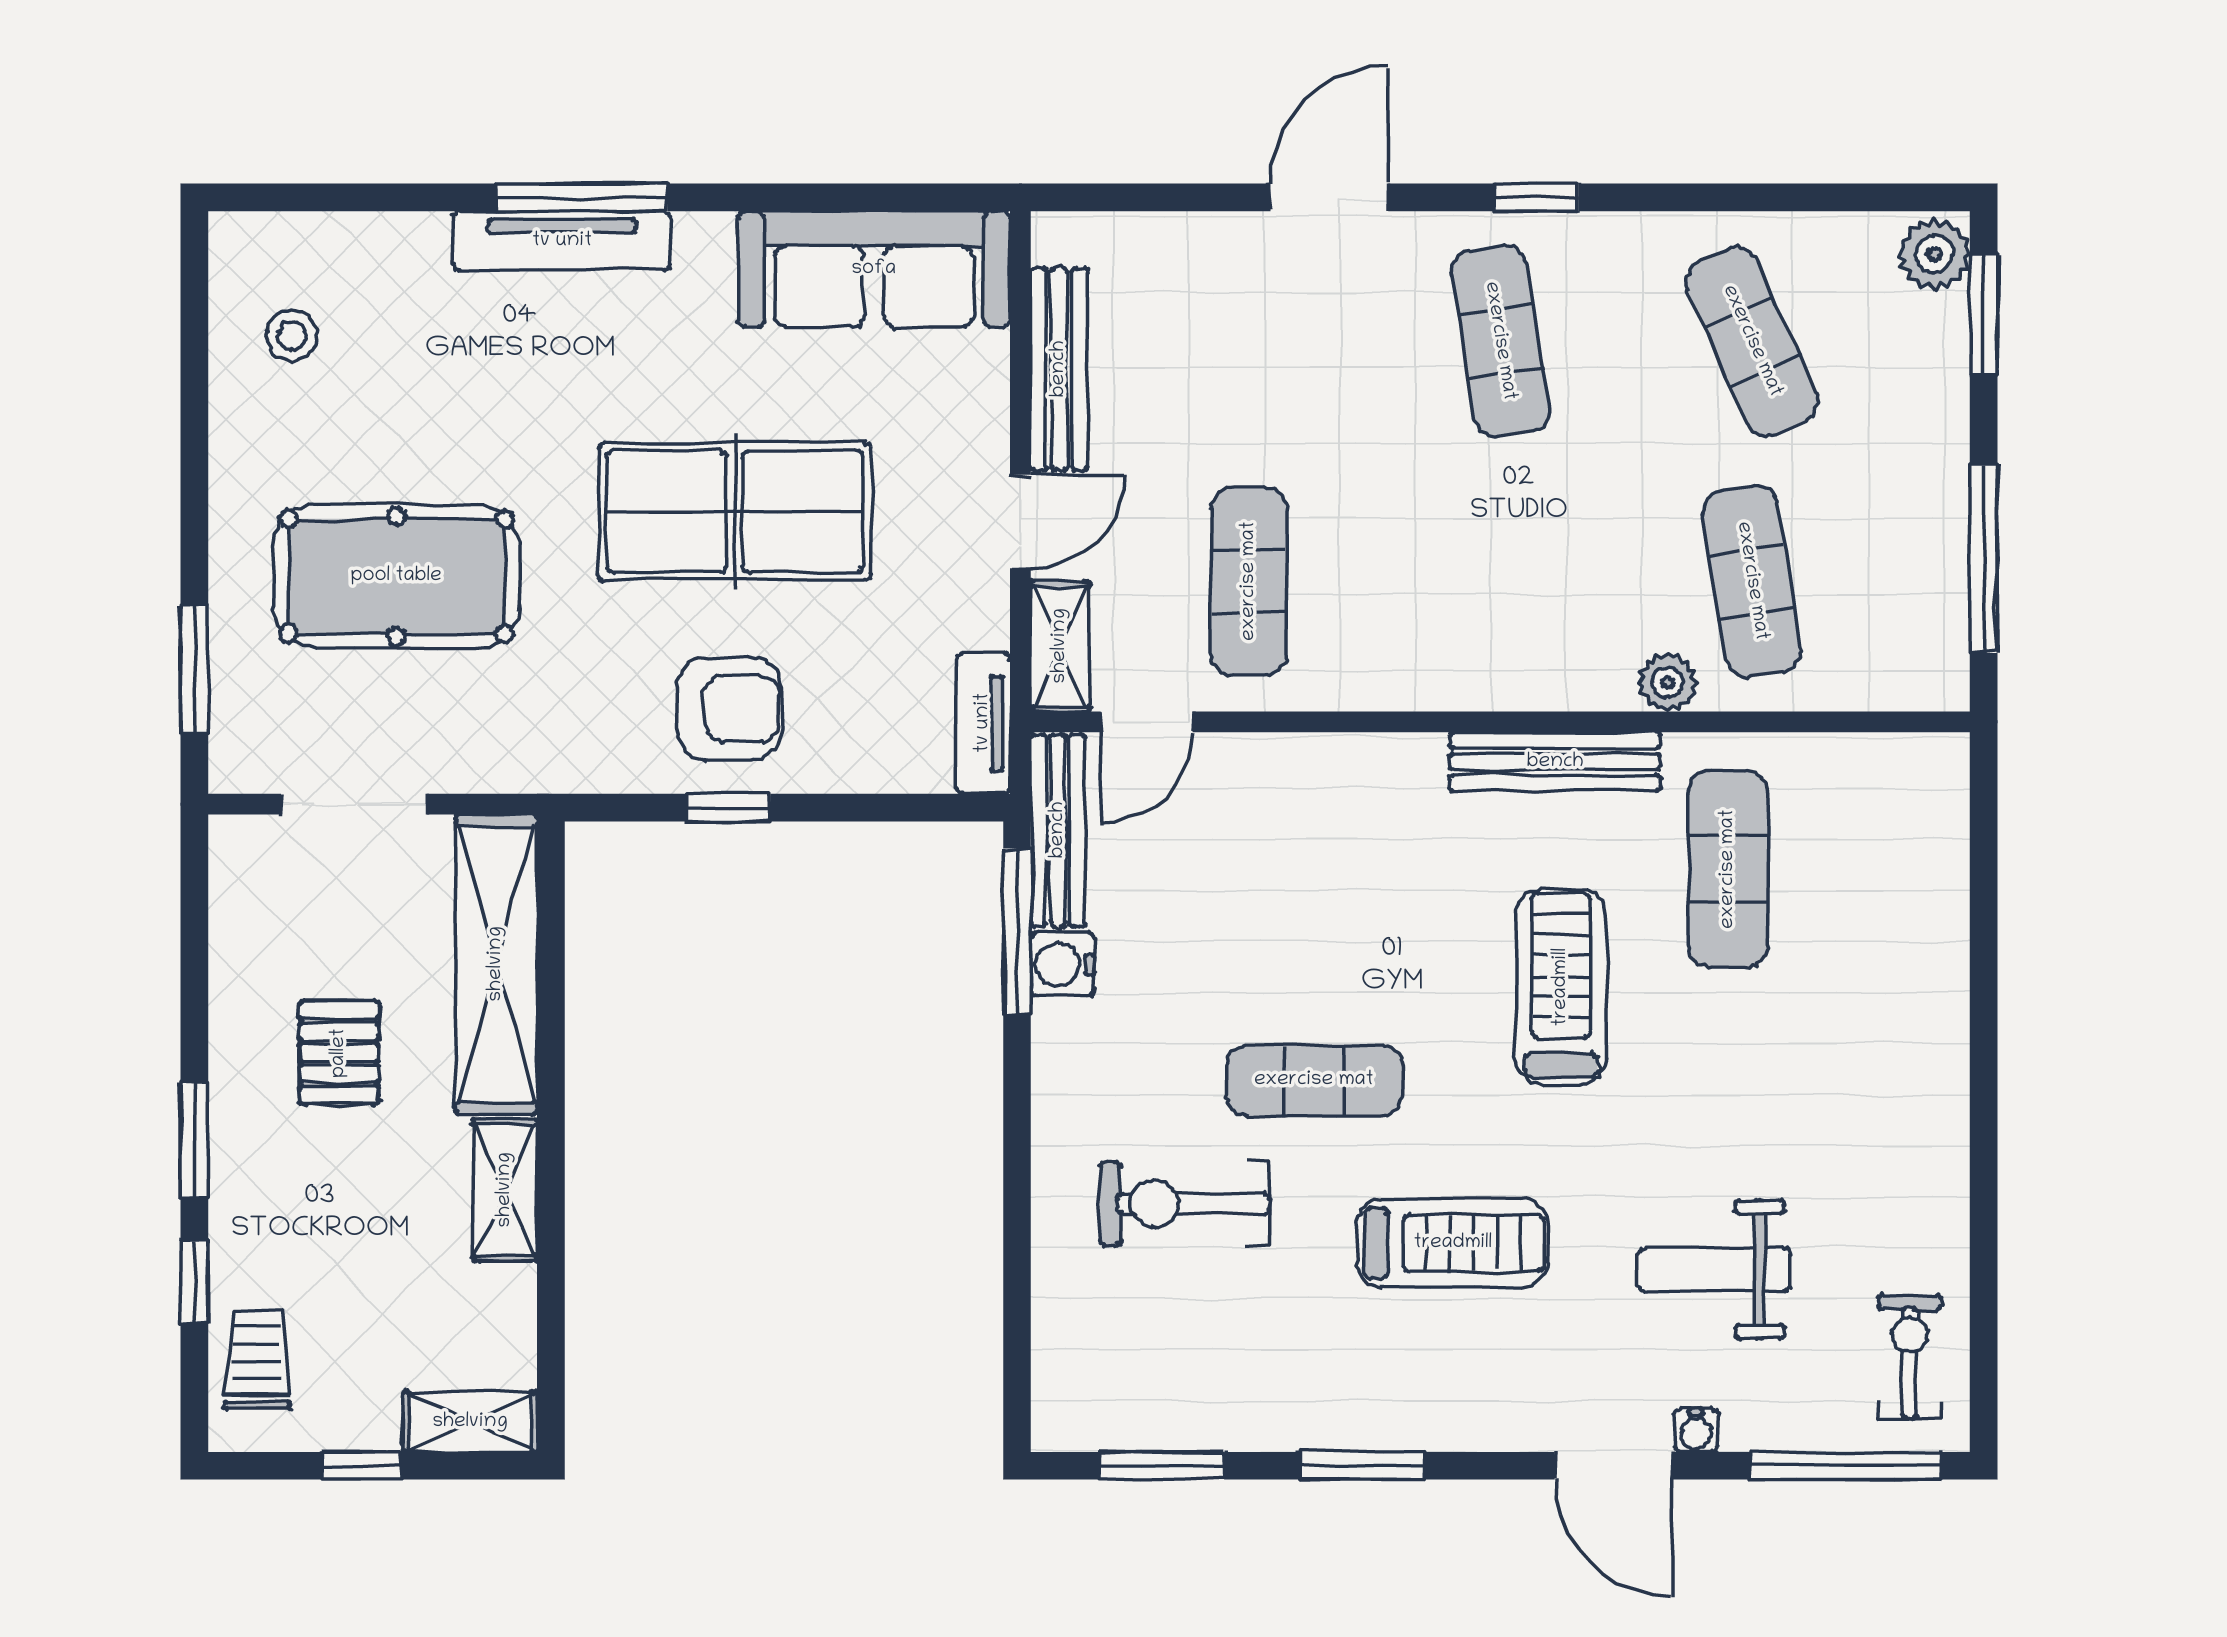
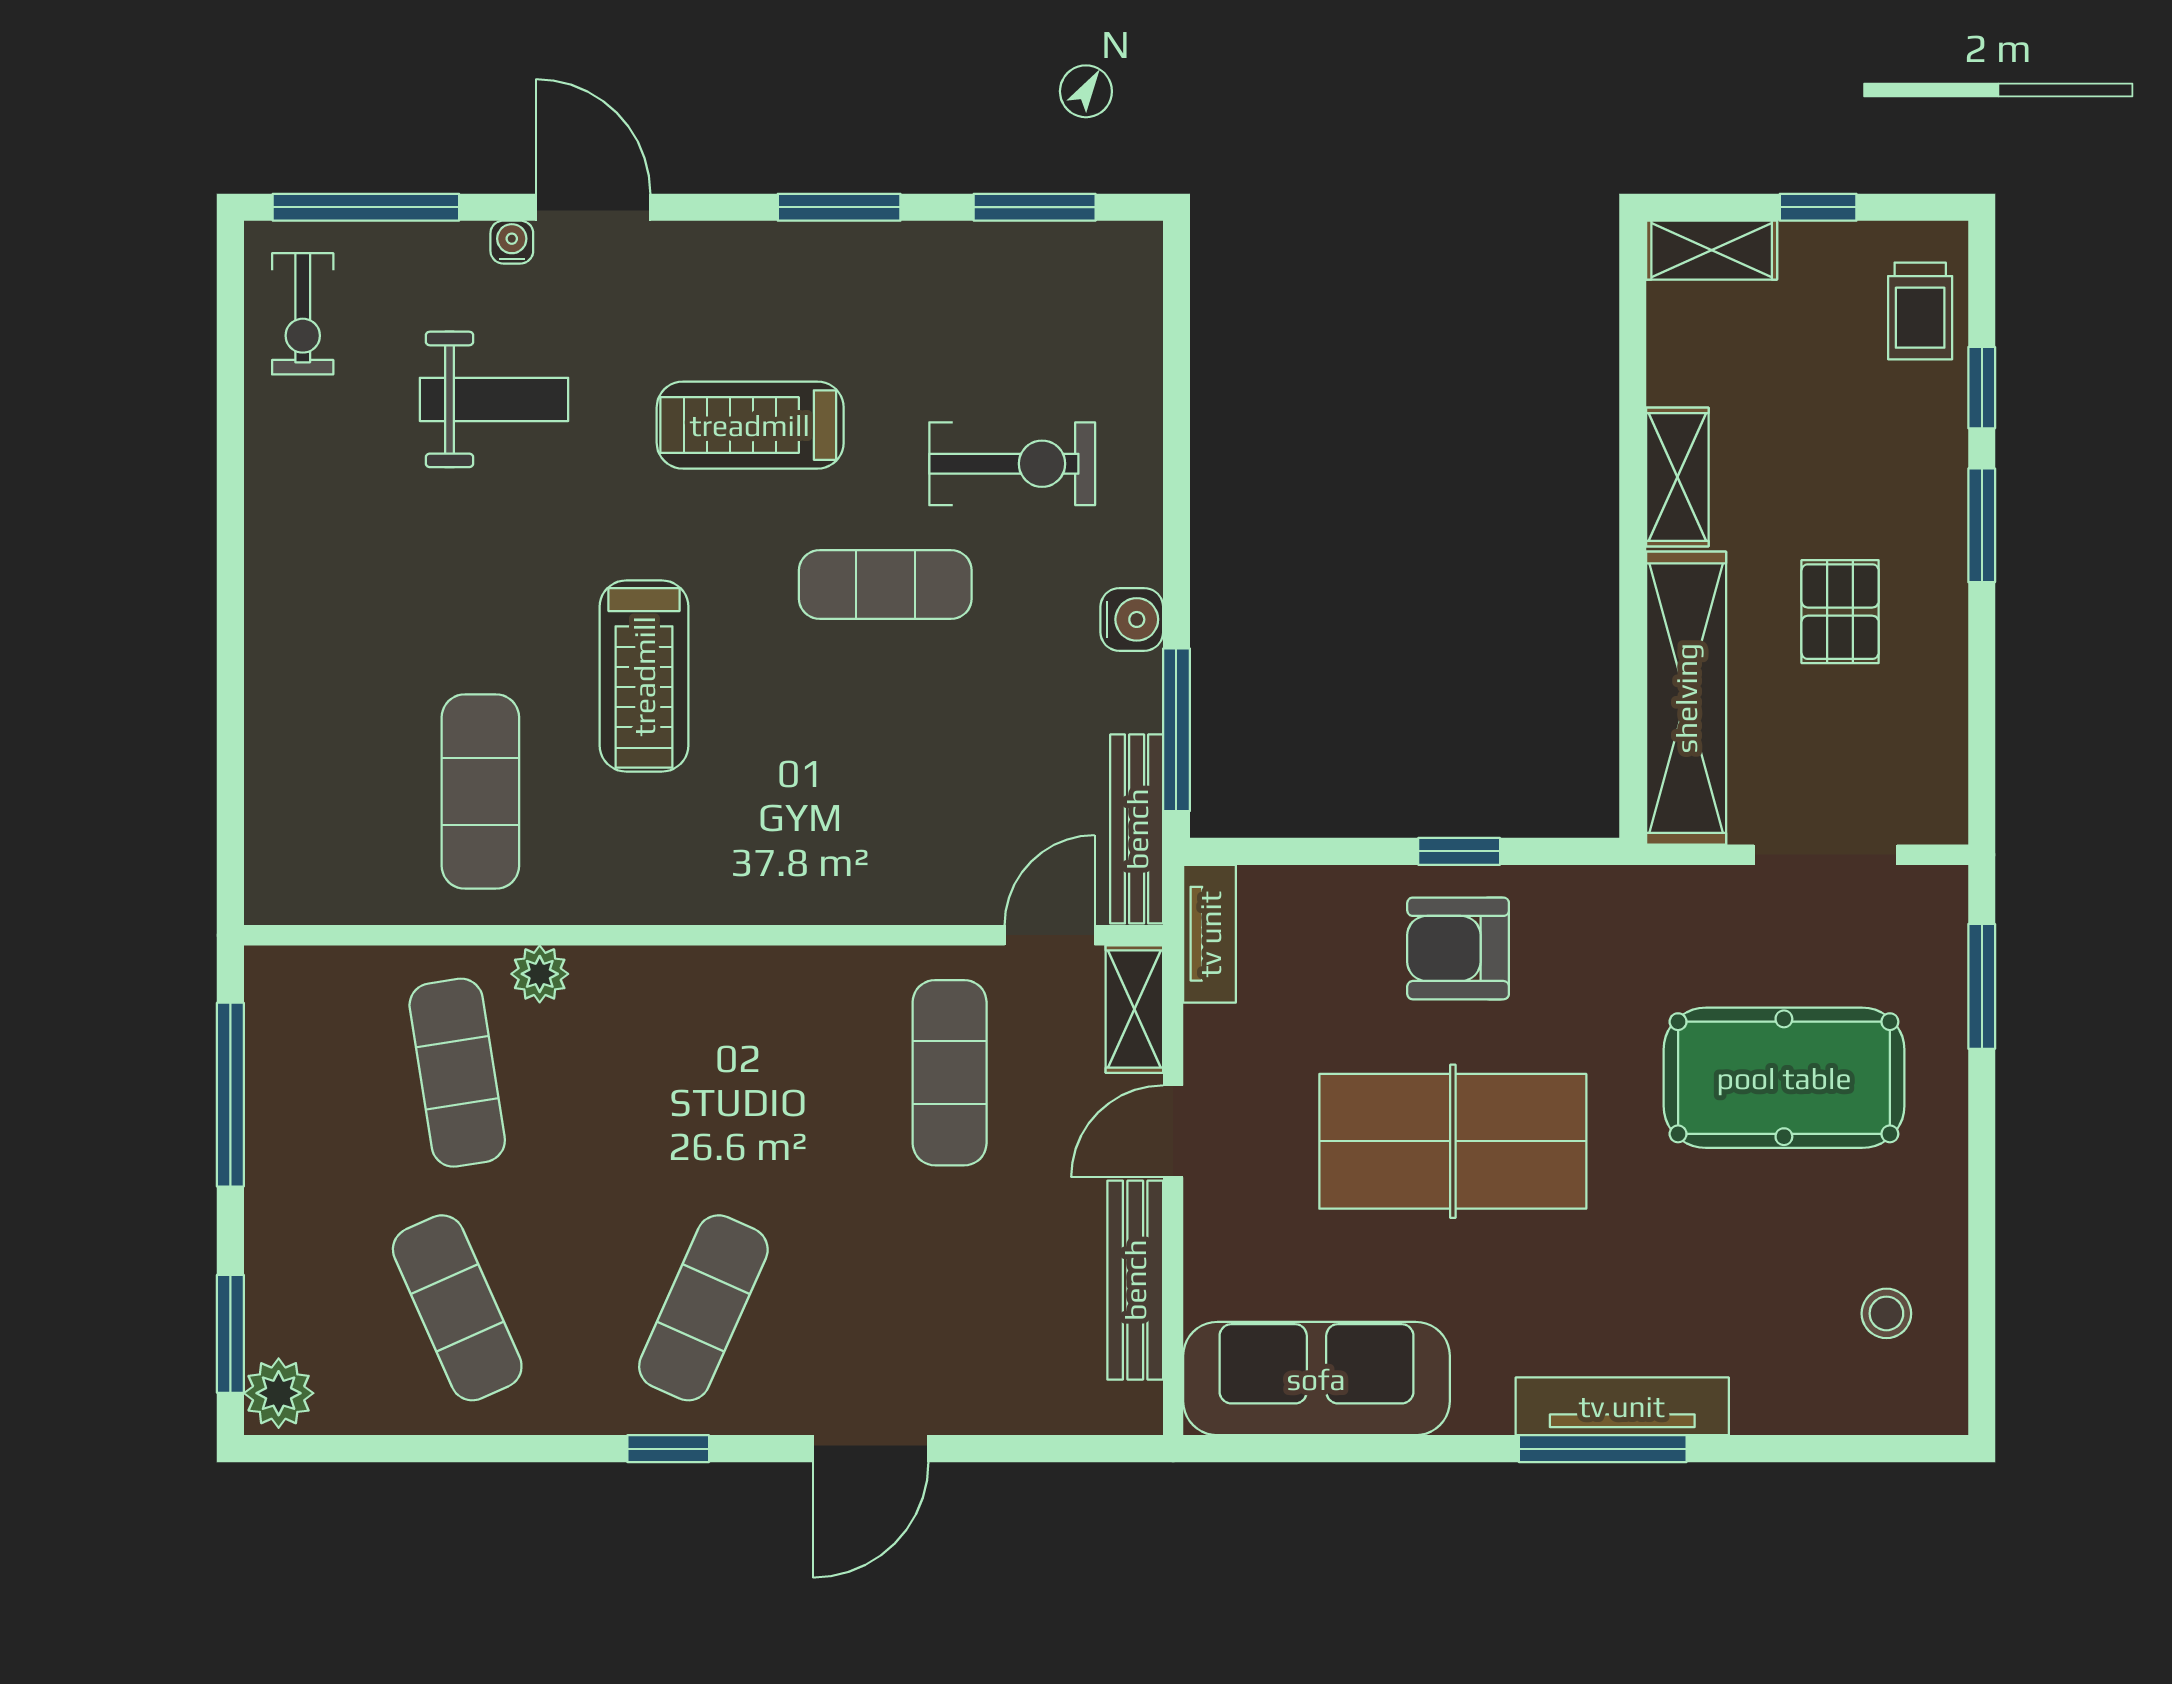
exercise mat: (1500, 341) -> (703, 1308), turned 33
bench: (1555, 762) -> (650, 896), removed
water cooler: (1063, 965) -> (1132, 619), moved

